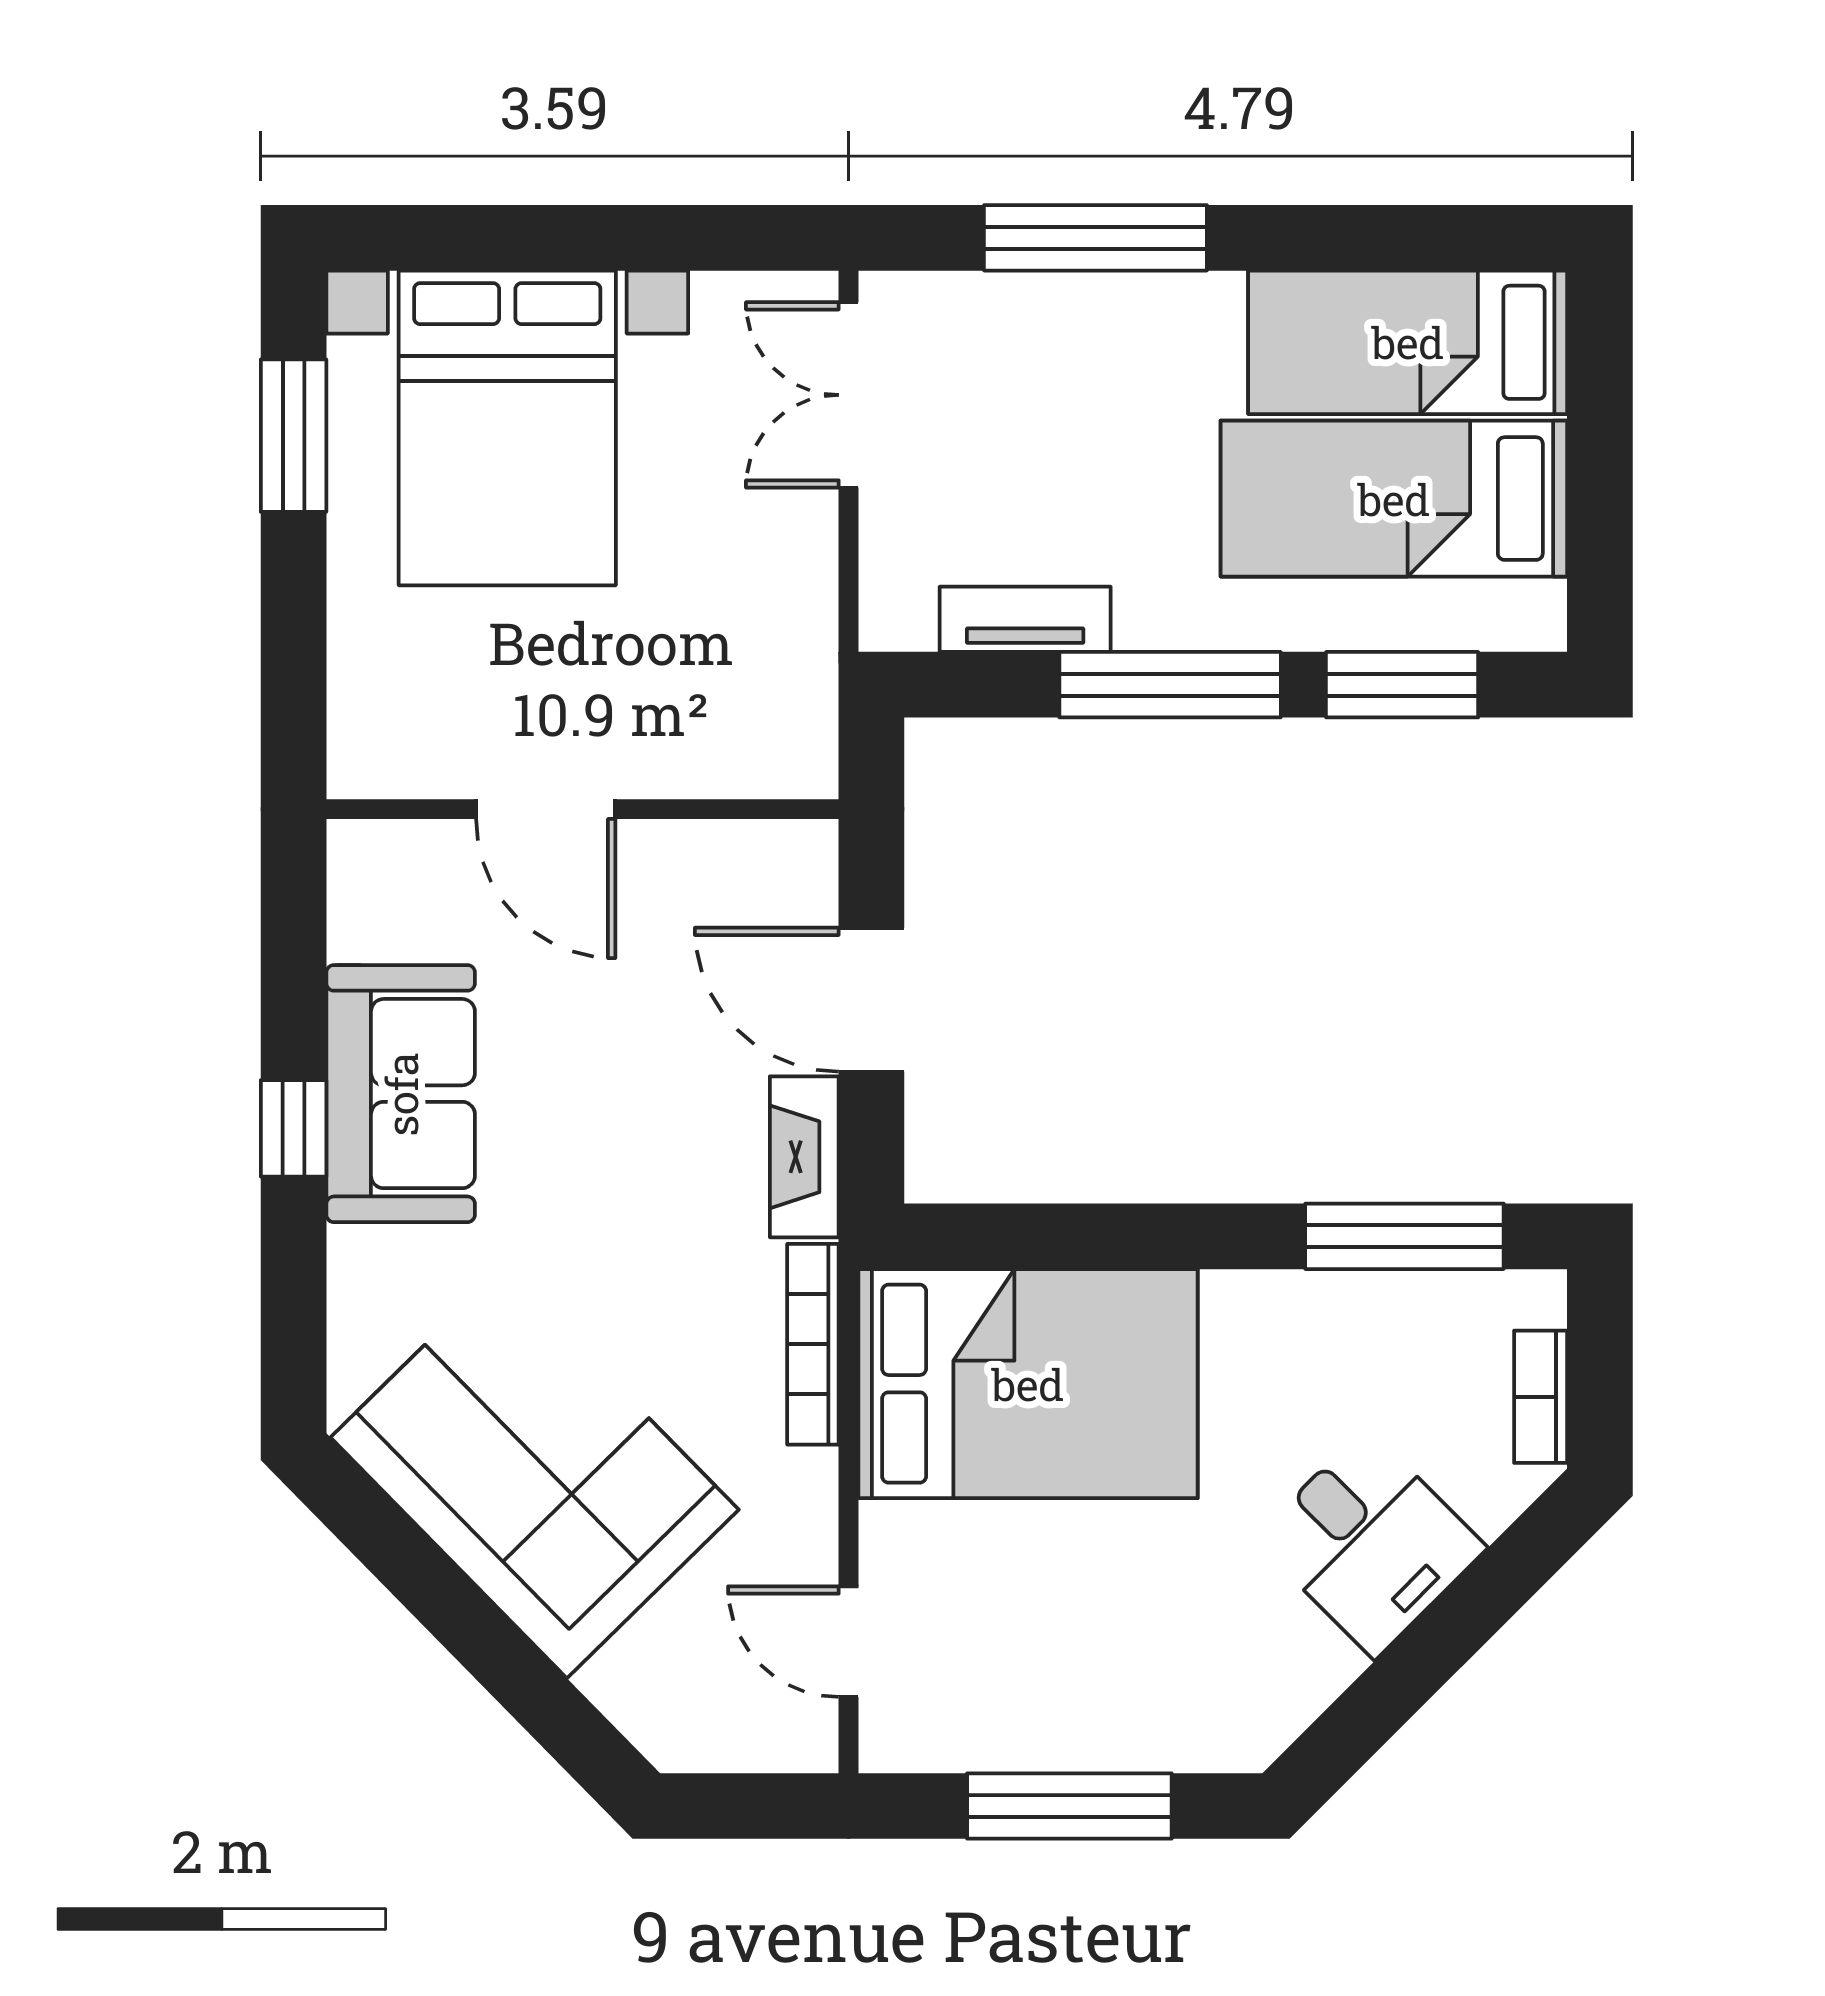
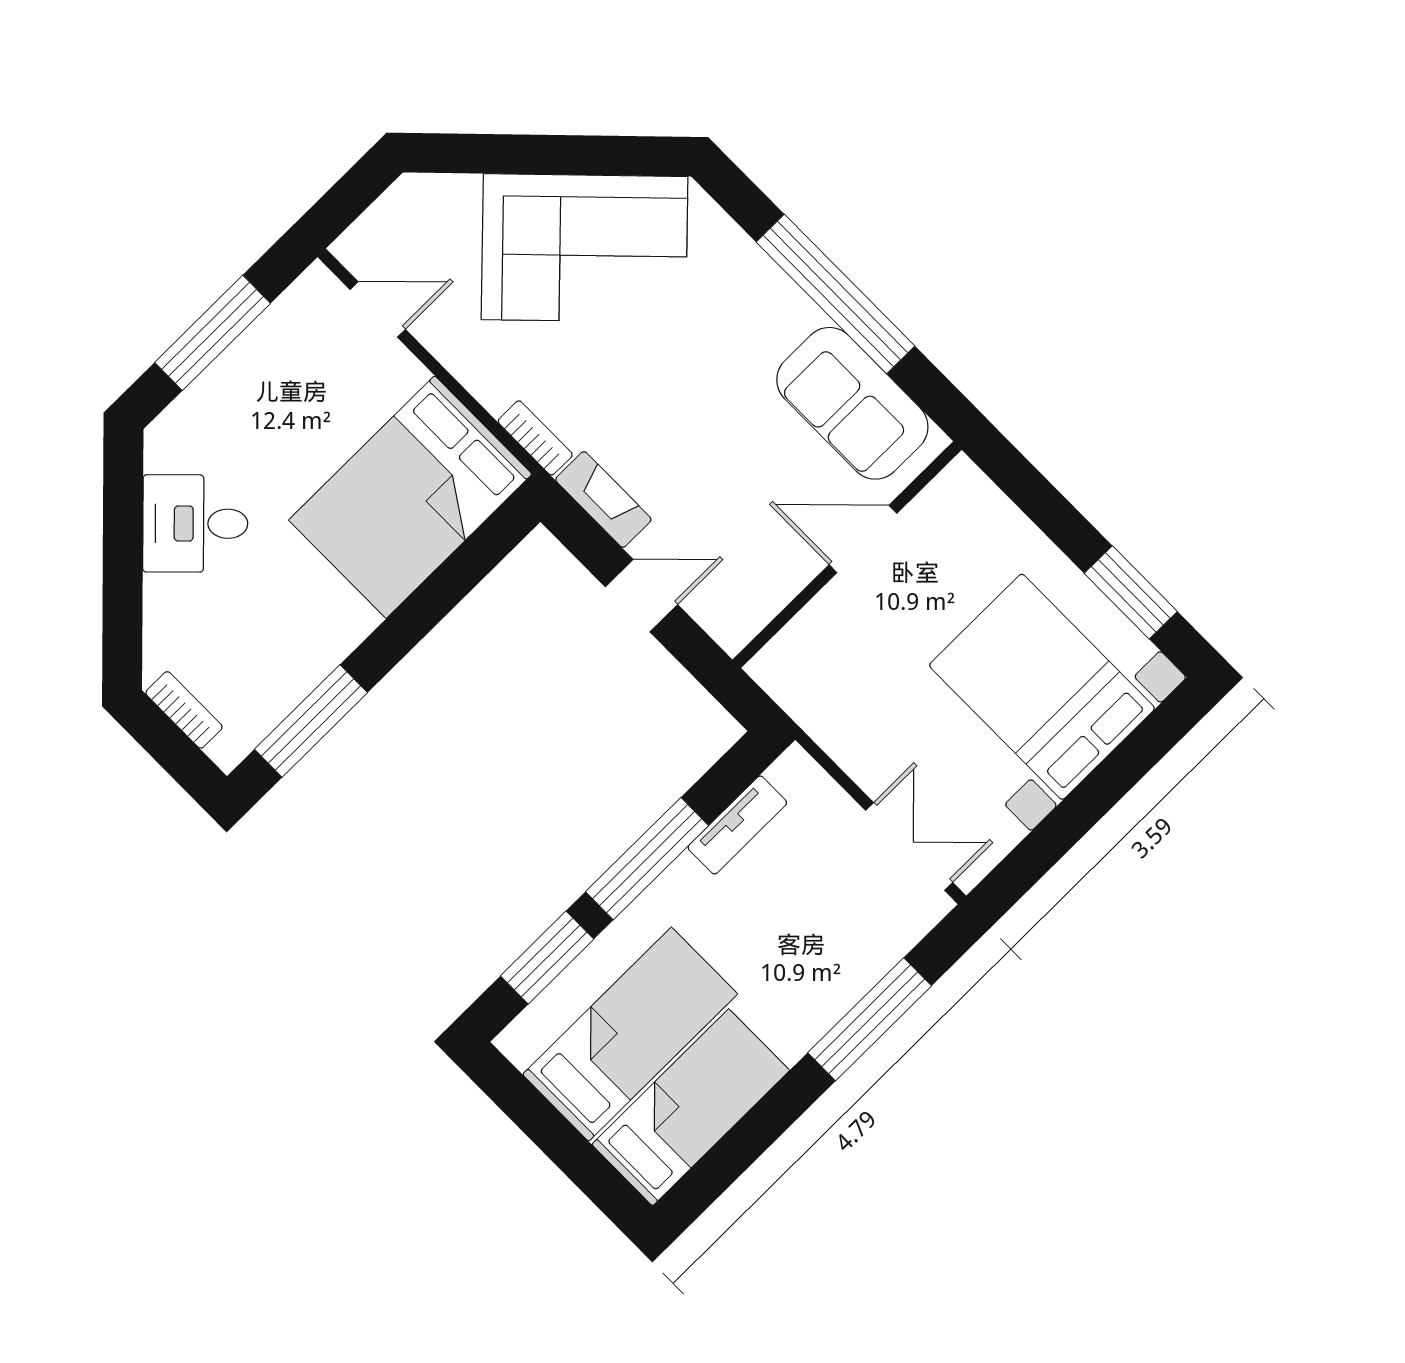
door: (871, 1000) -> (641, 596), width x0.73
sofa: (401, 1094) -> (852, 403), moved
window: (294, 1128) -> (835, 294), width x3.17
bookcase: (813, 1344) -> (535, 438), width x0.64
desk: (1370, 1543) -> (195, 524), moved

